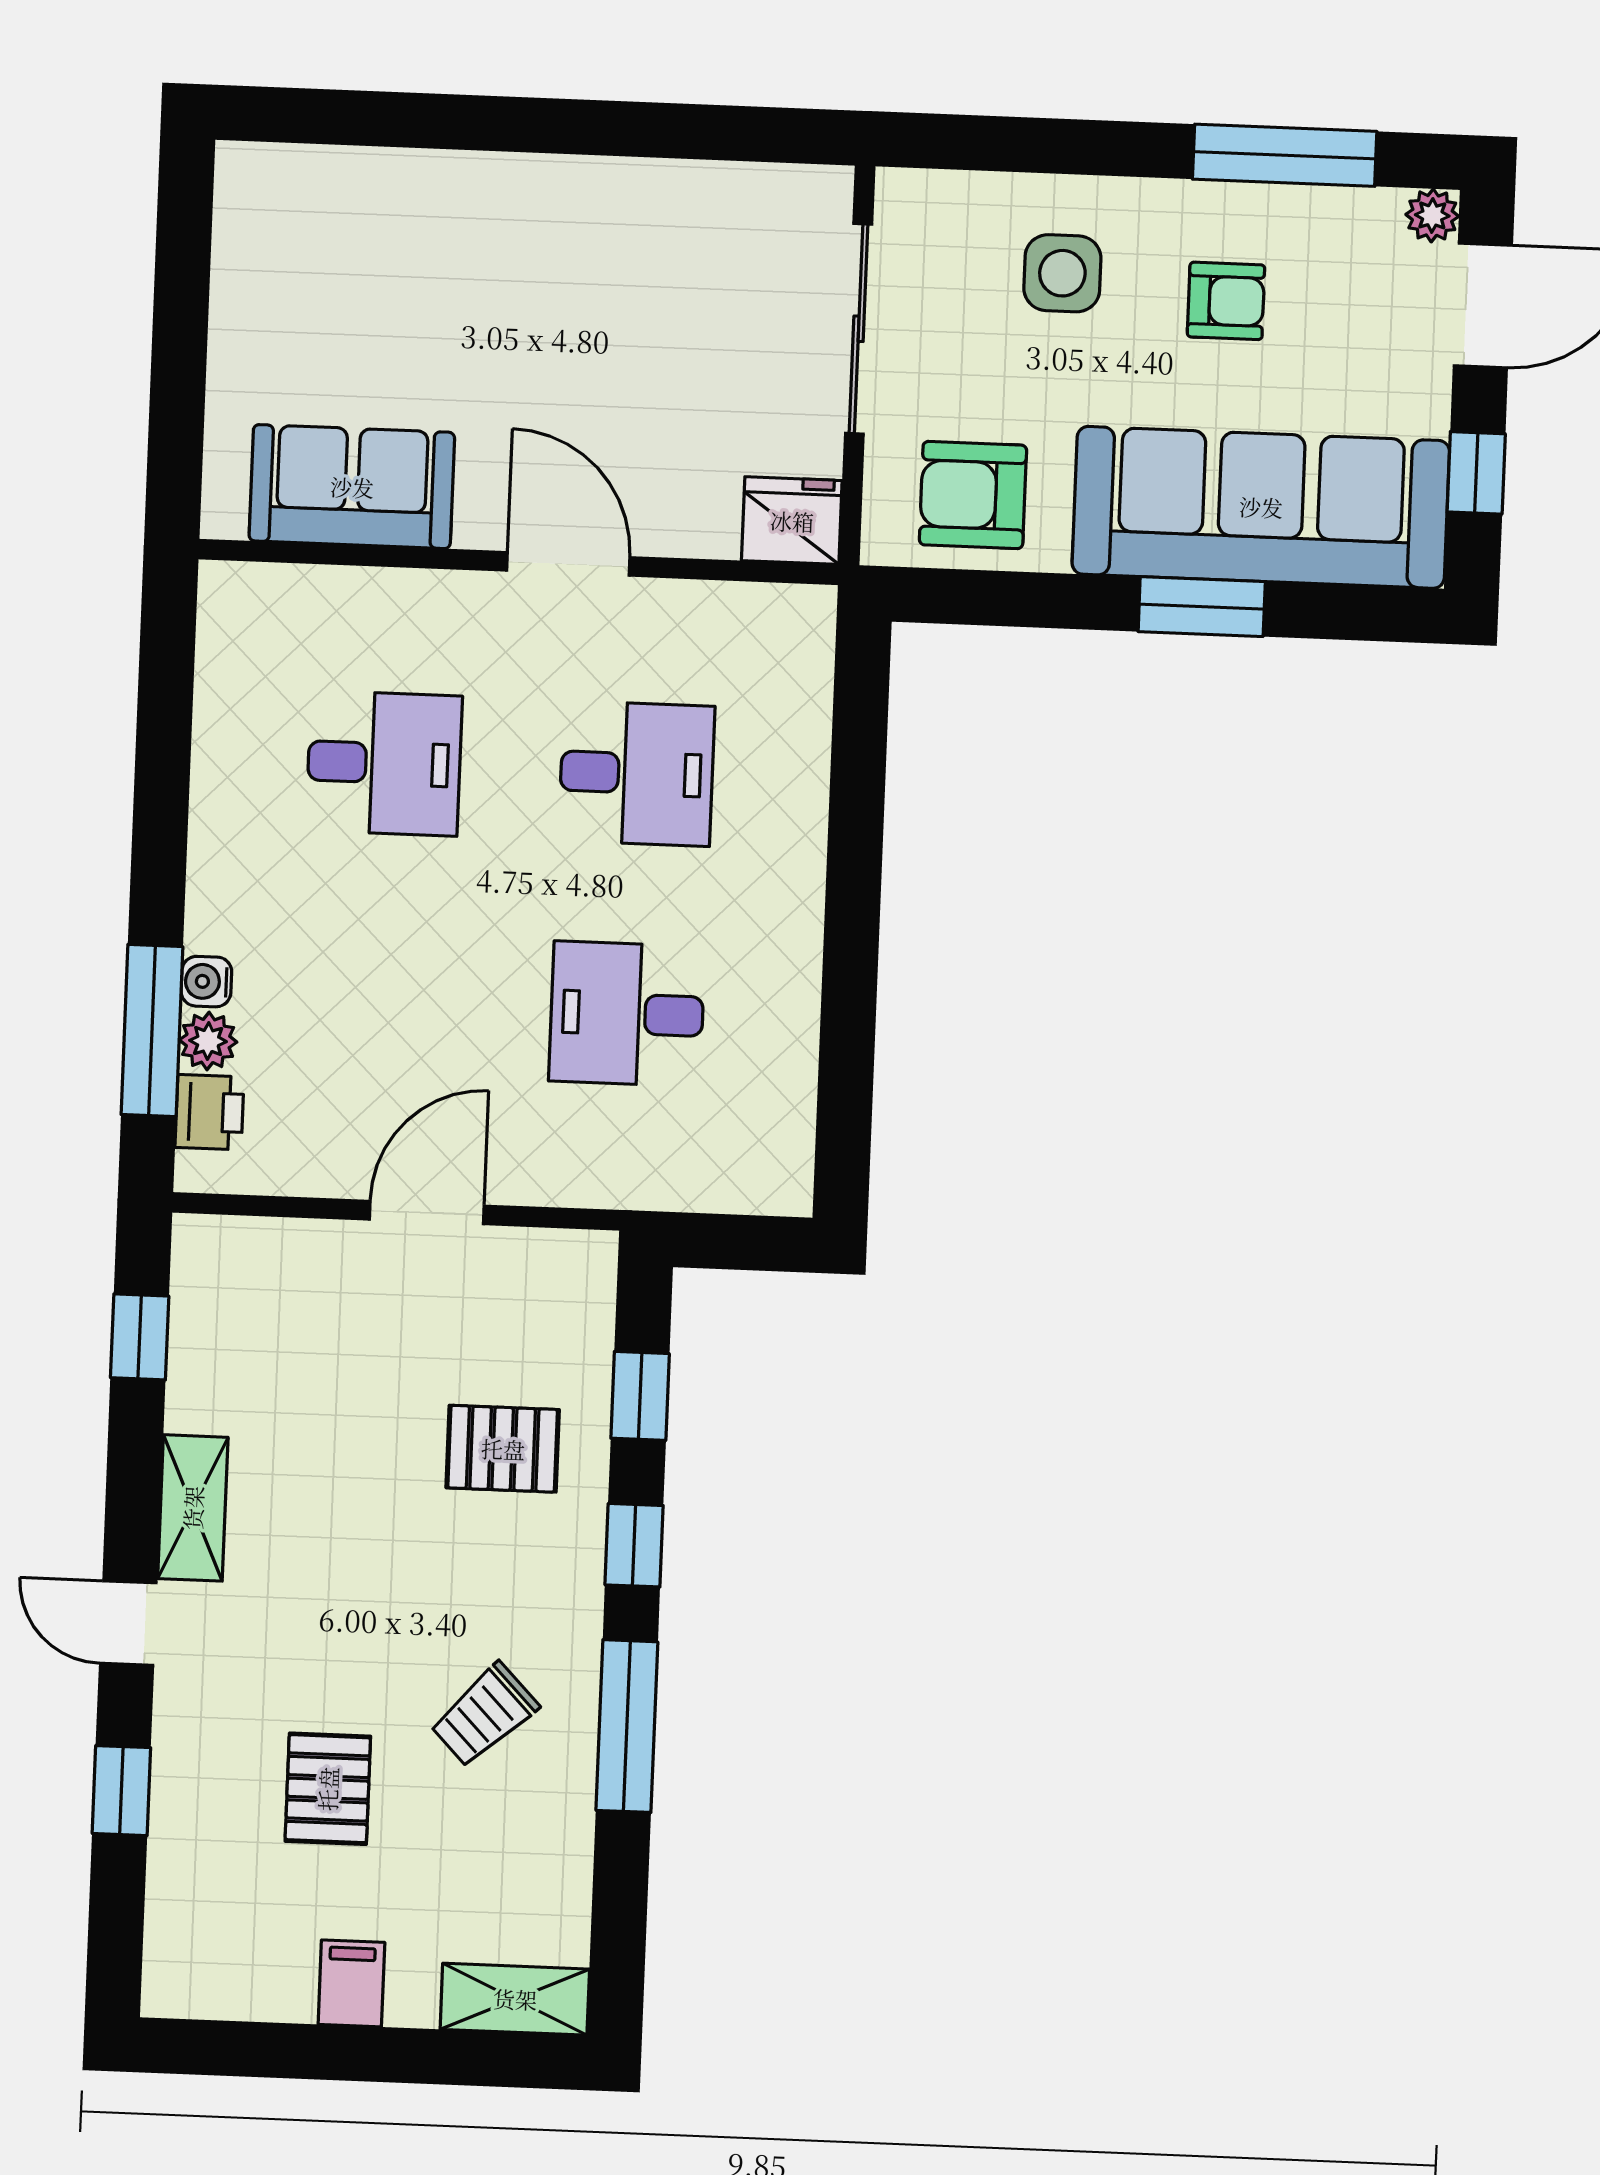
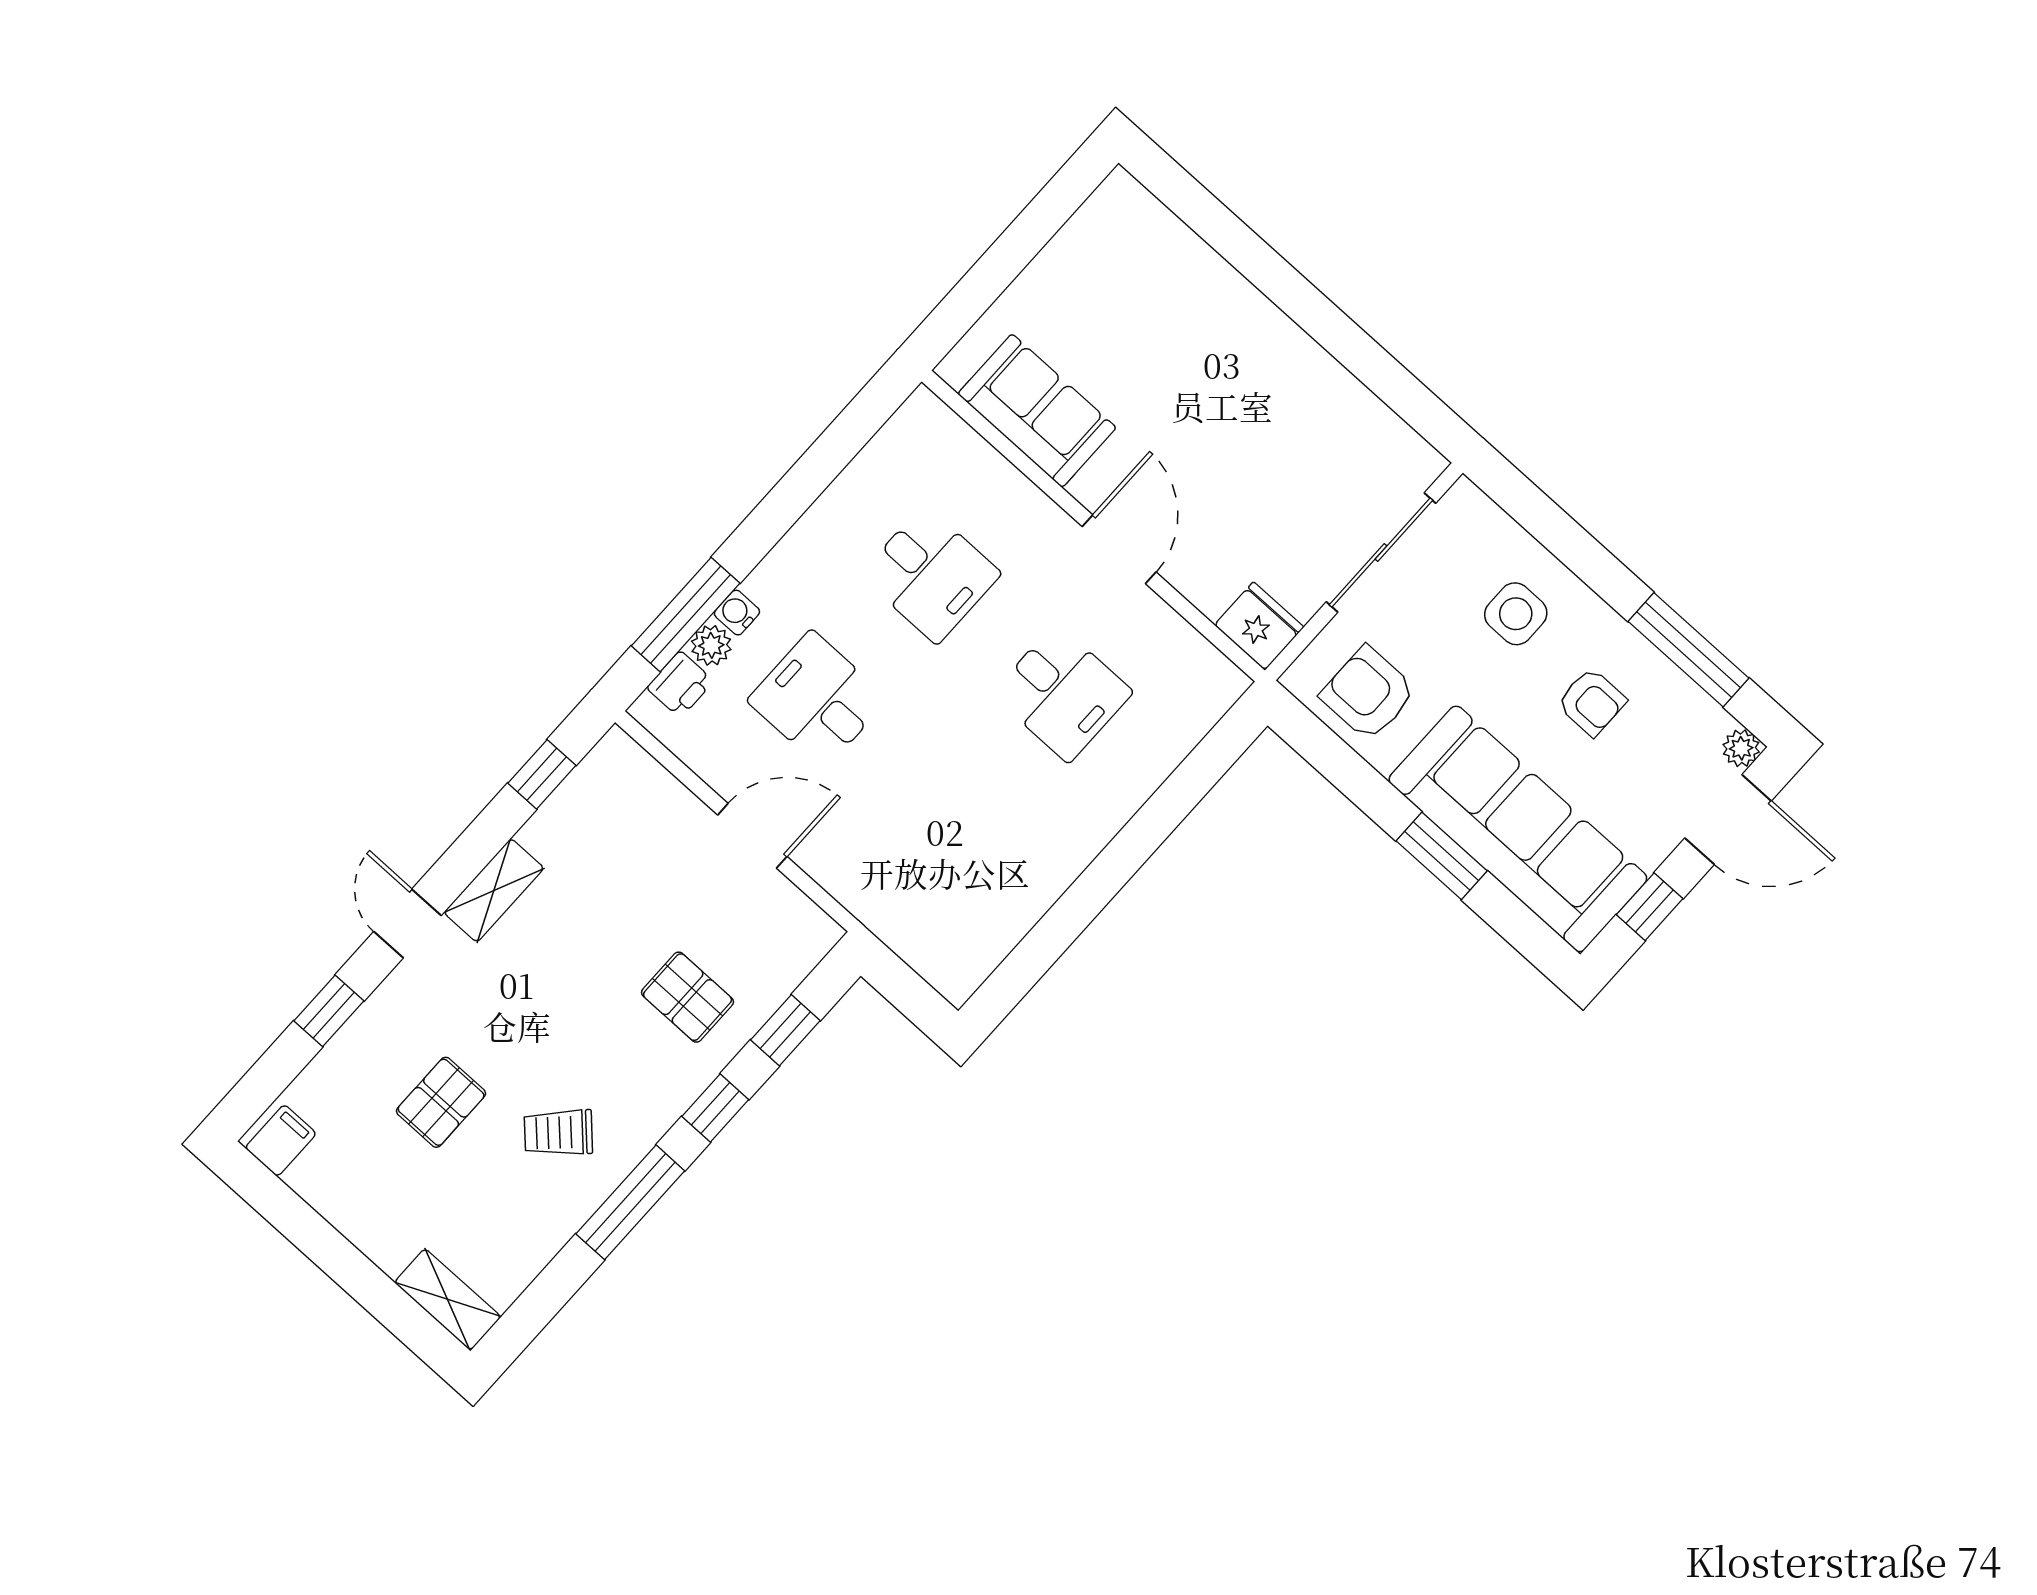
desk: (627, 1014) -> (818, 700), moved
filing cabinet: (351, 1983) -> (281, 1141), moved

